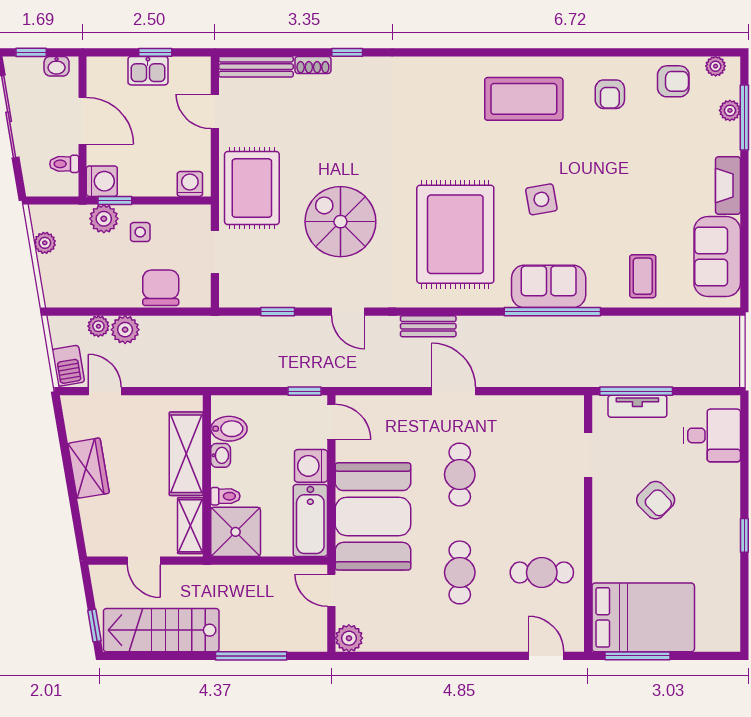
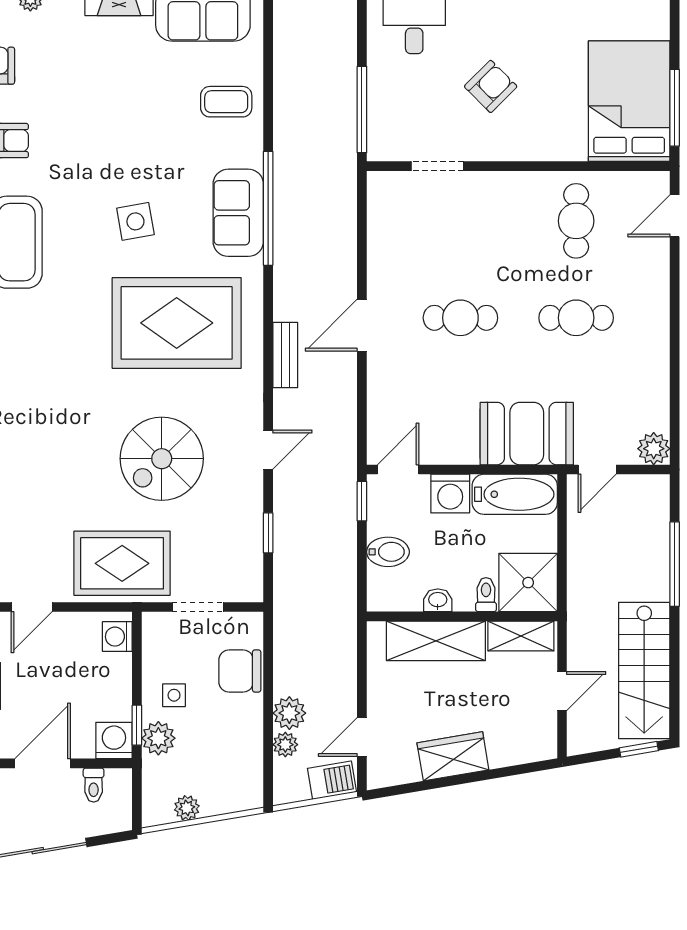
tv unit: (637, 406) -> (380, 108), removed
bidet: (229, 429) -> (388, 552), moved, turned 90
booth: (373, 516) -> (527, 434), width x0.73, depth x0.70

